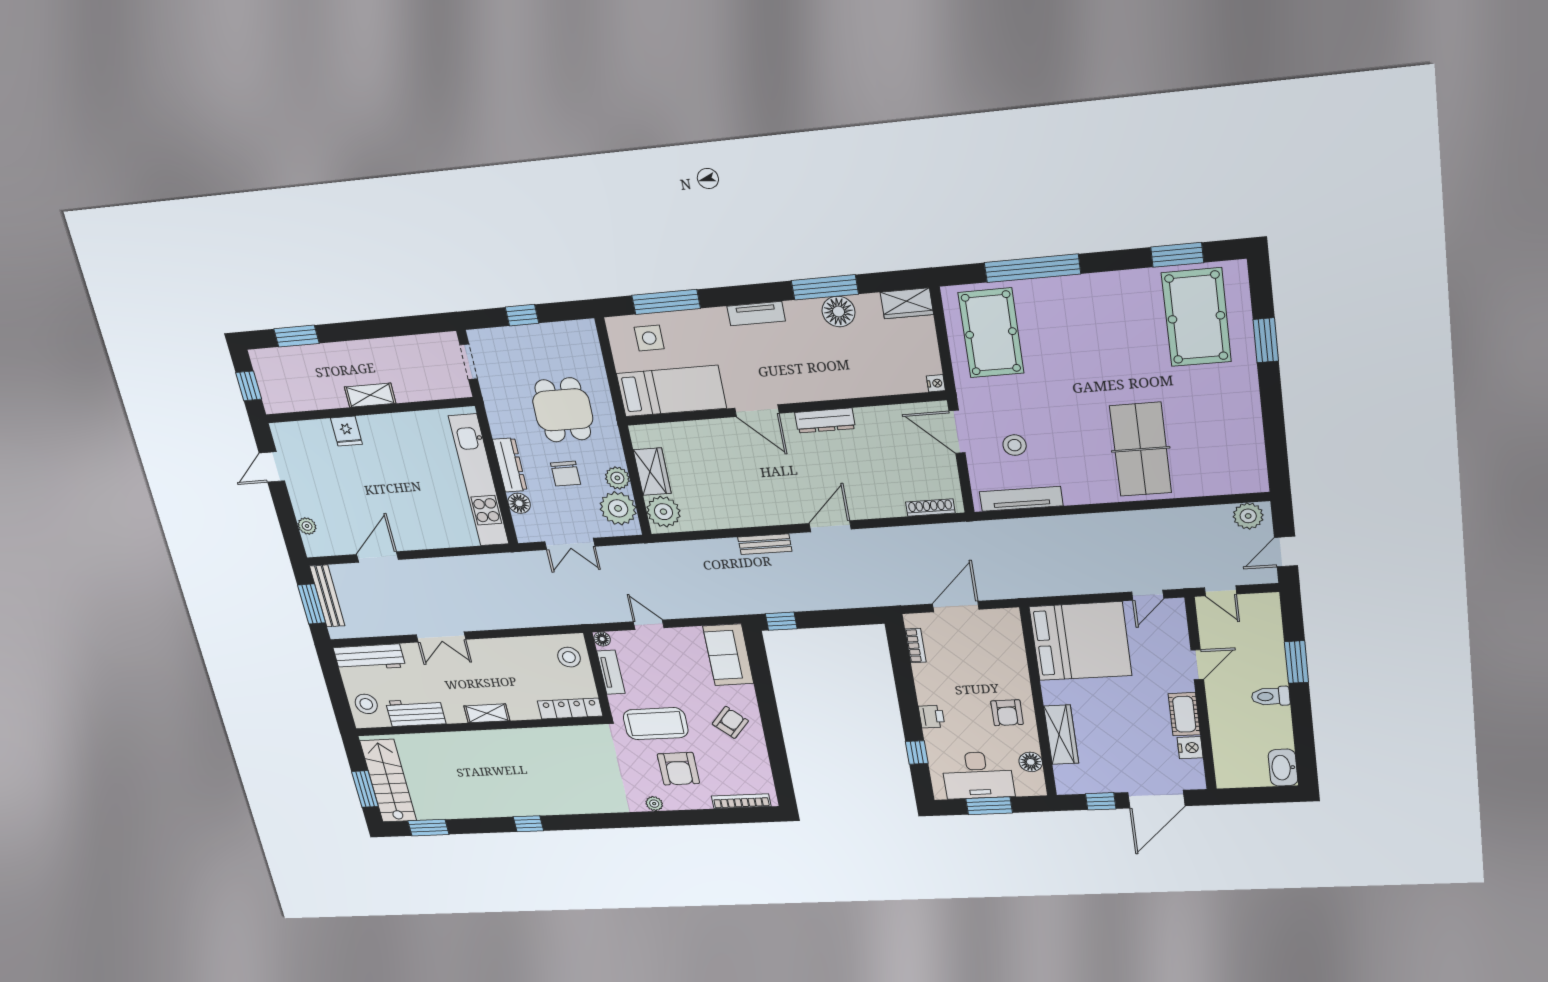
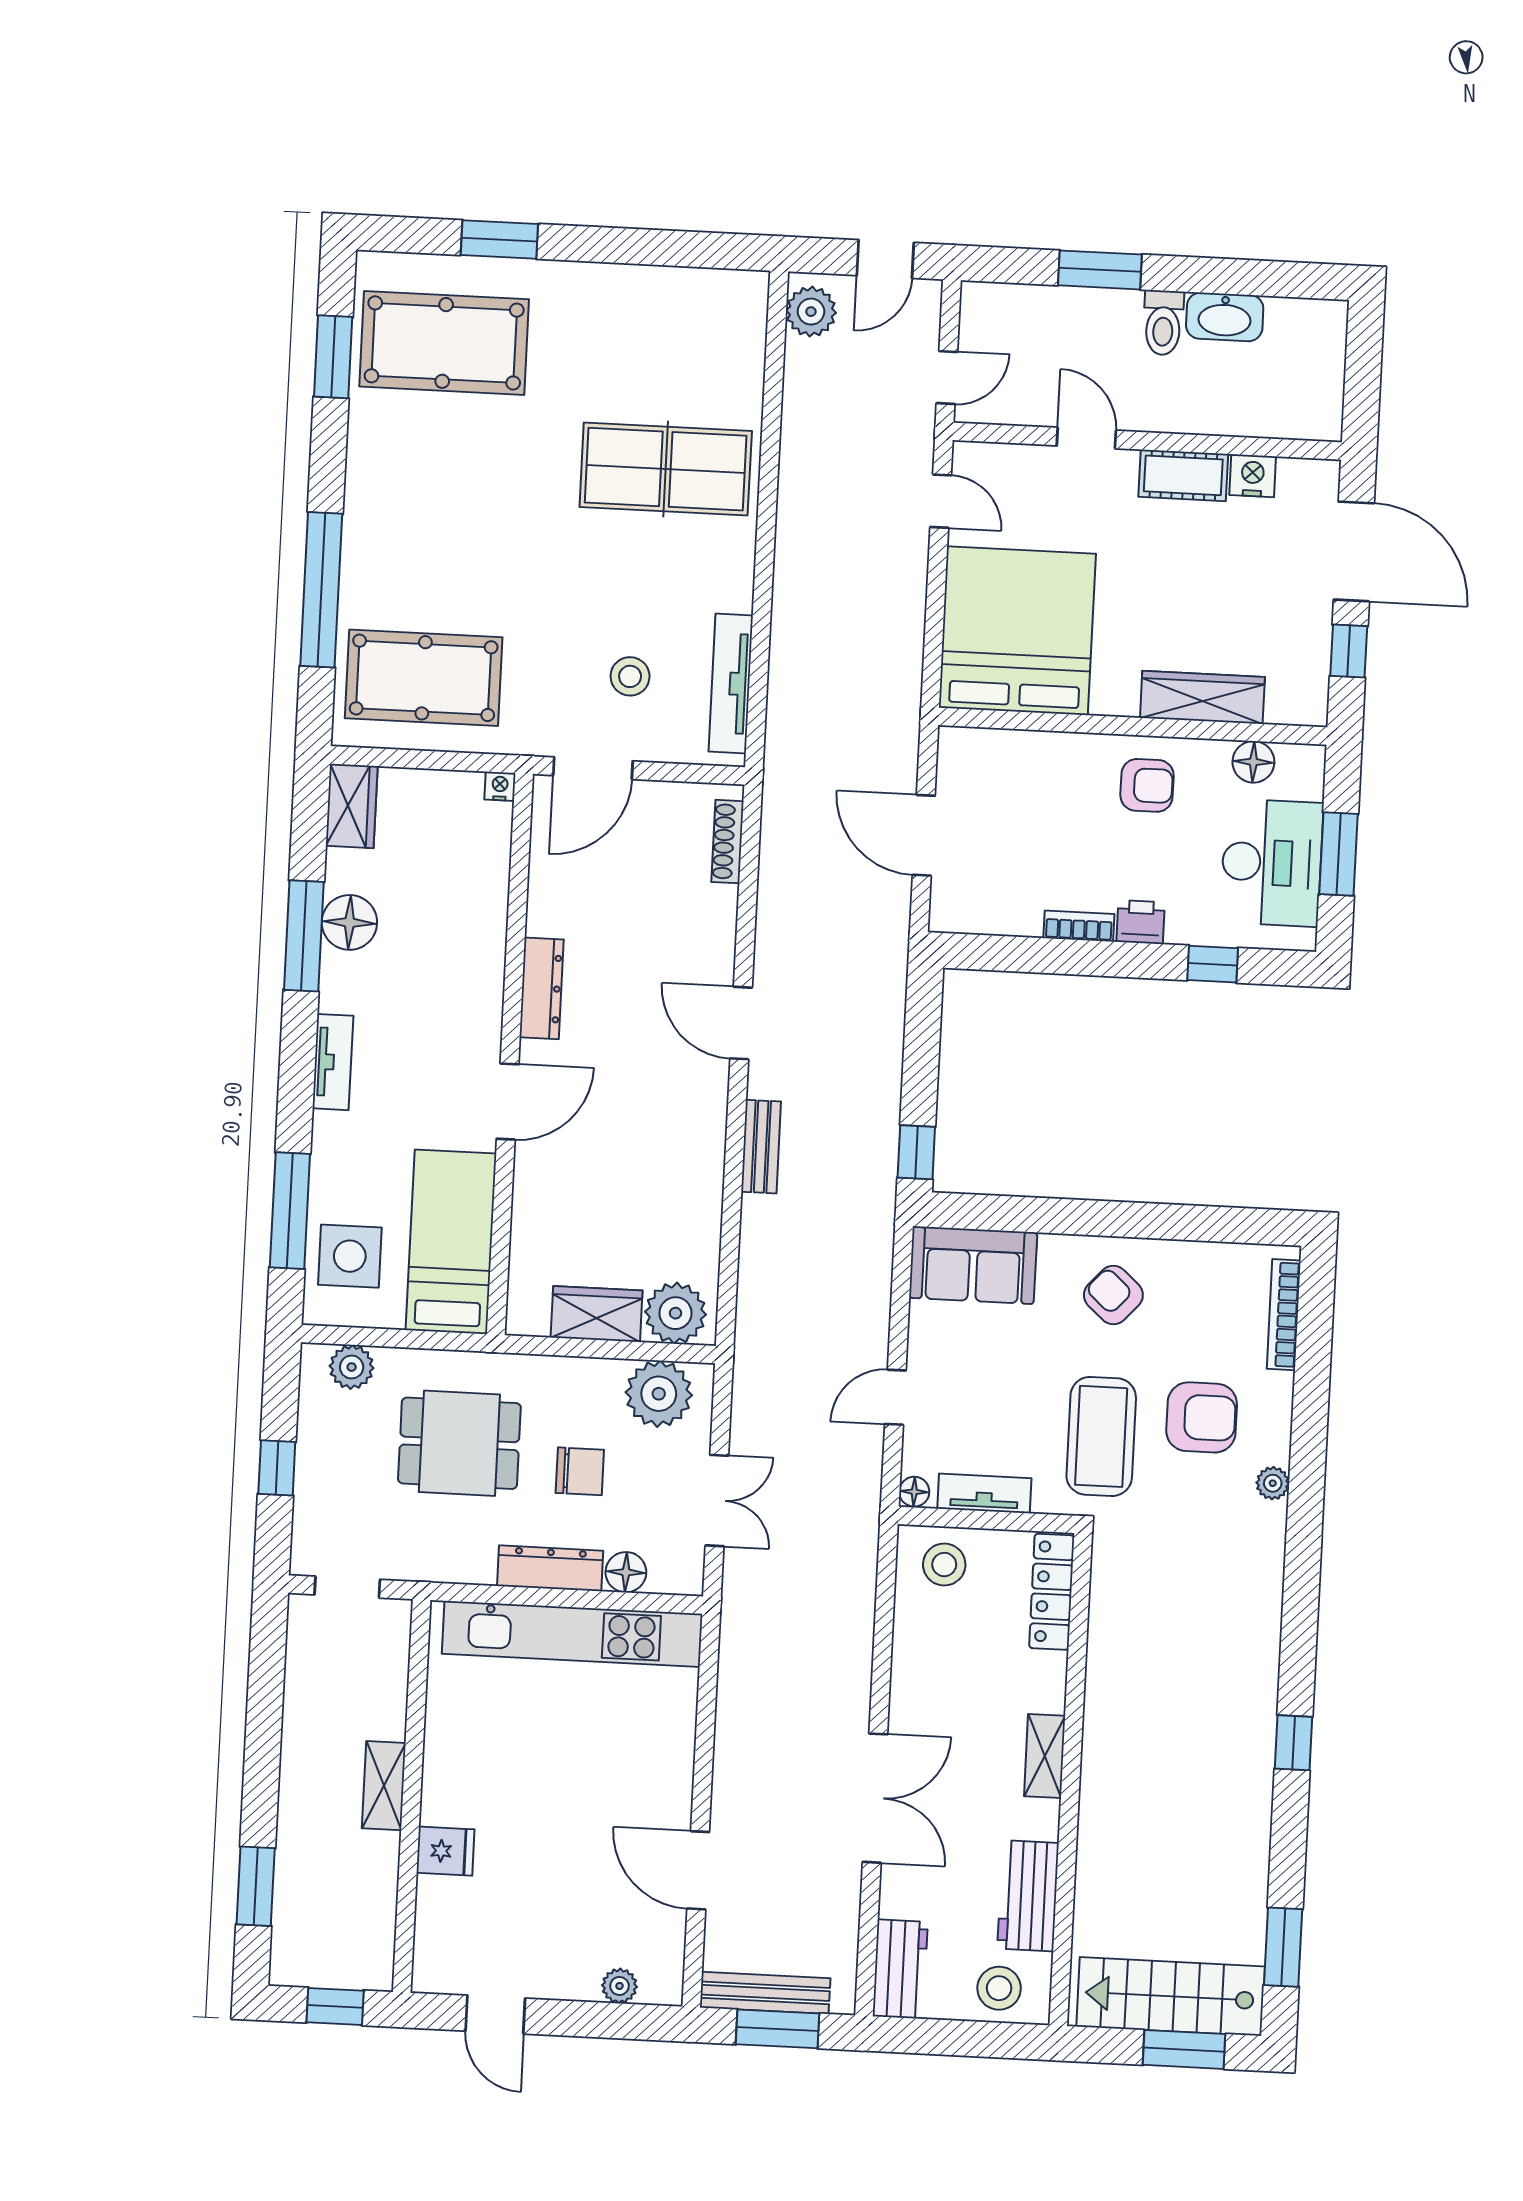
side table: (649, 338) -> (350, 1256), width x1.37, depth x1.37
plant: (617, 478) -> (352, 1367), moved
door: (1286, 552) -> (885, 259), hinge flipped
double door: (441, 637) -> (875, 1798), width x1.37
bookcase: (916, 646) -> (1079, 926), moved
workbench: (369, 657) -> (900, 1969), width x0.73
washbasin: (1283, 768) -> (1225, 317), moved

